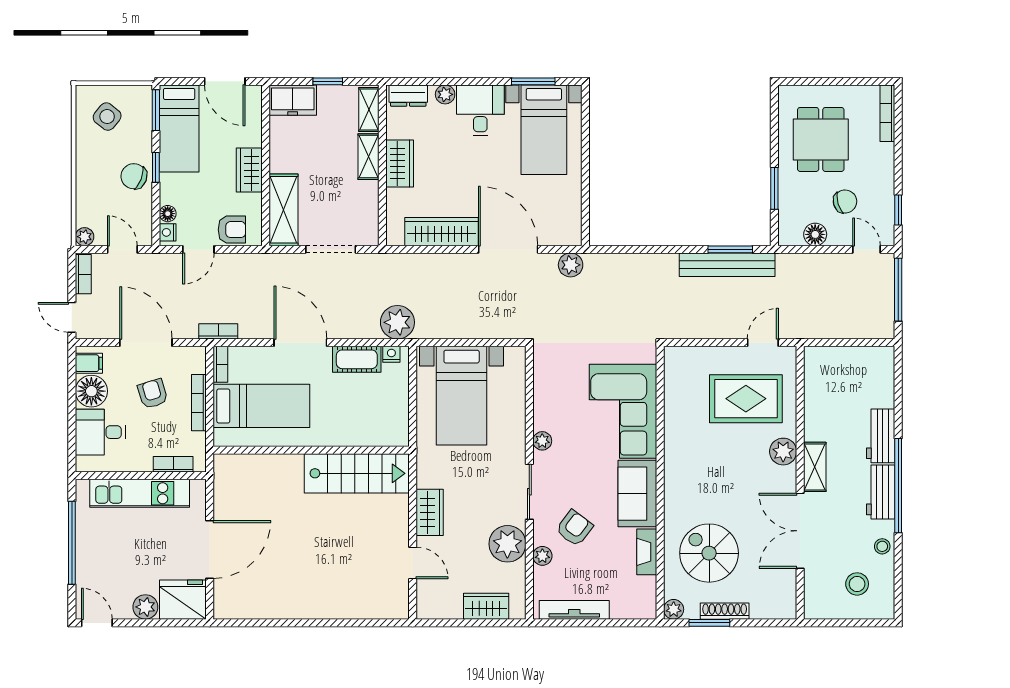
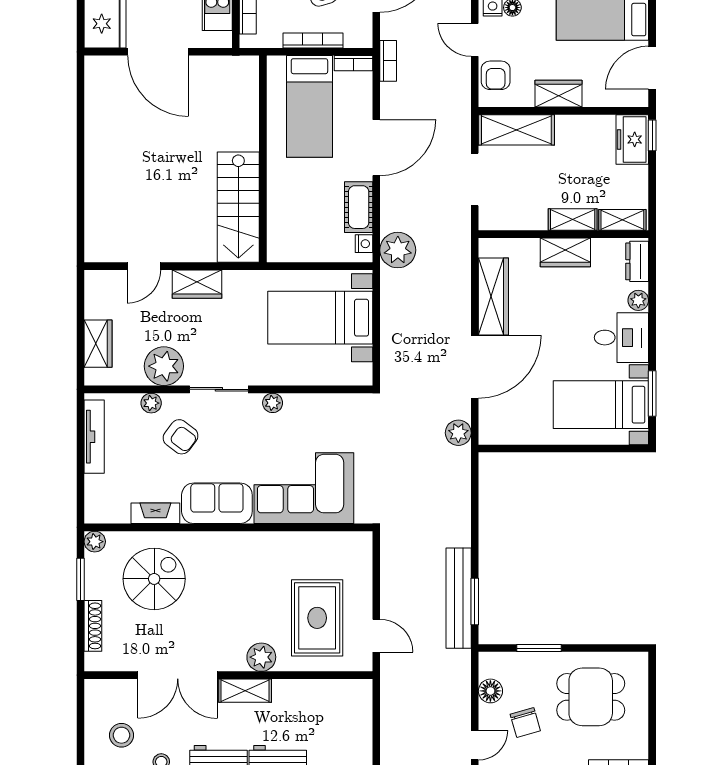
window: (328, 81) -> (652, 135), moved
double door: (800, 531) -> (178, 675), swing flipped
shoe rack: (725, 611) -> (93, 626), moved

